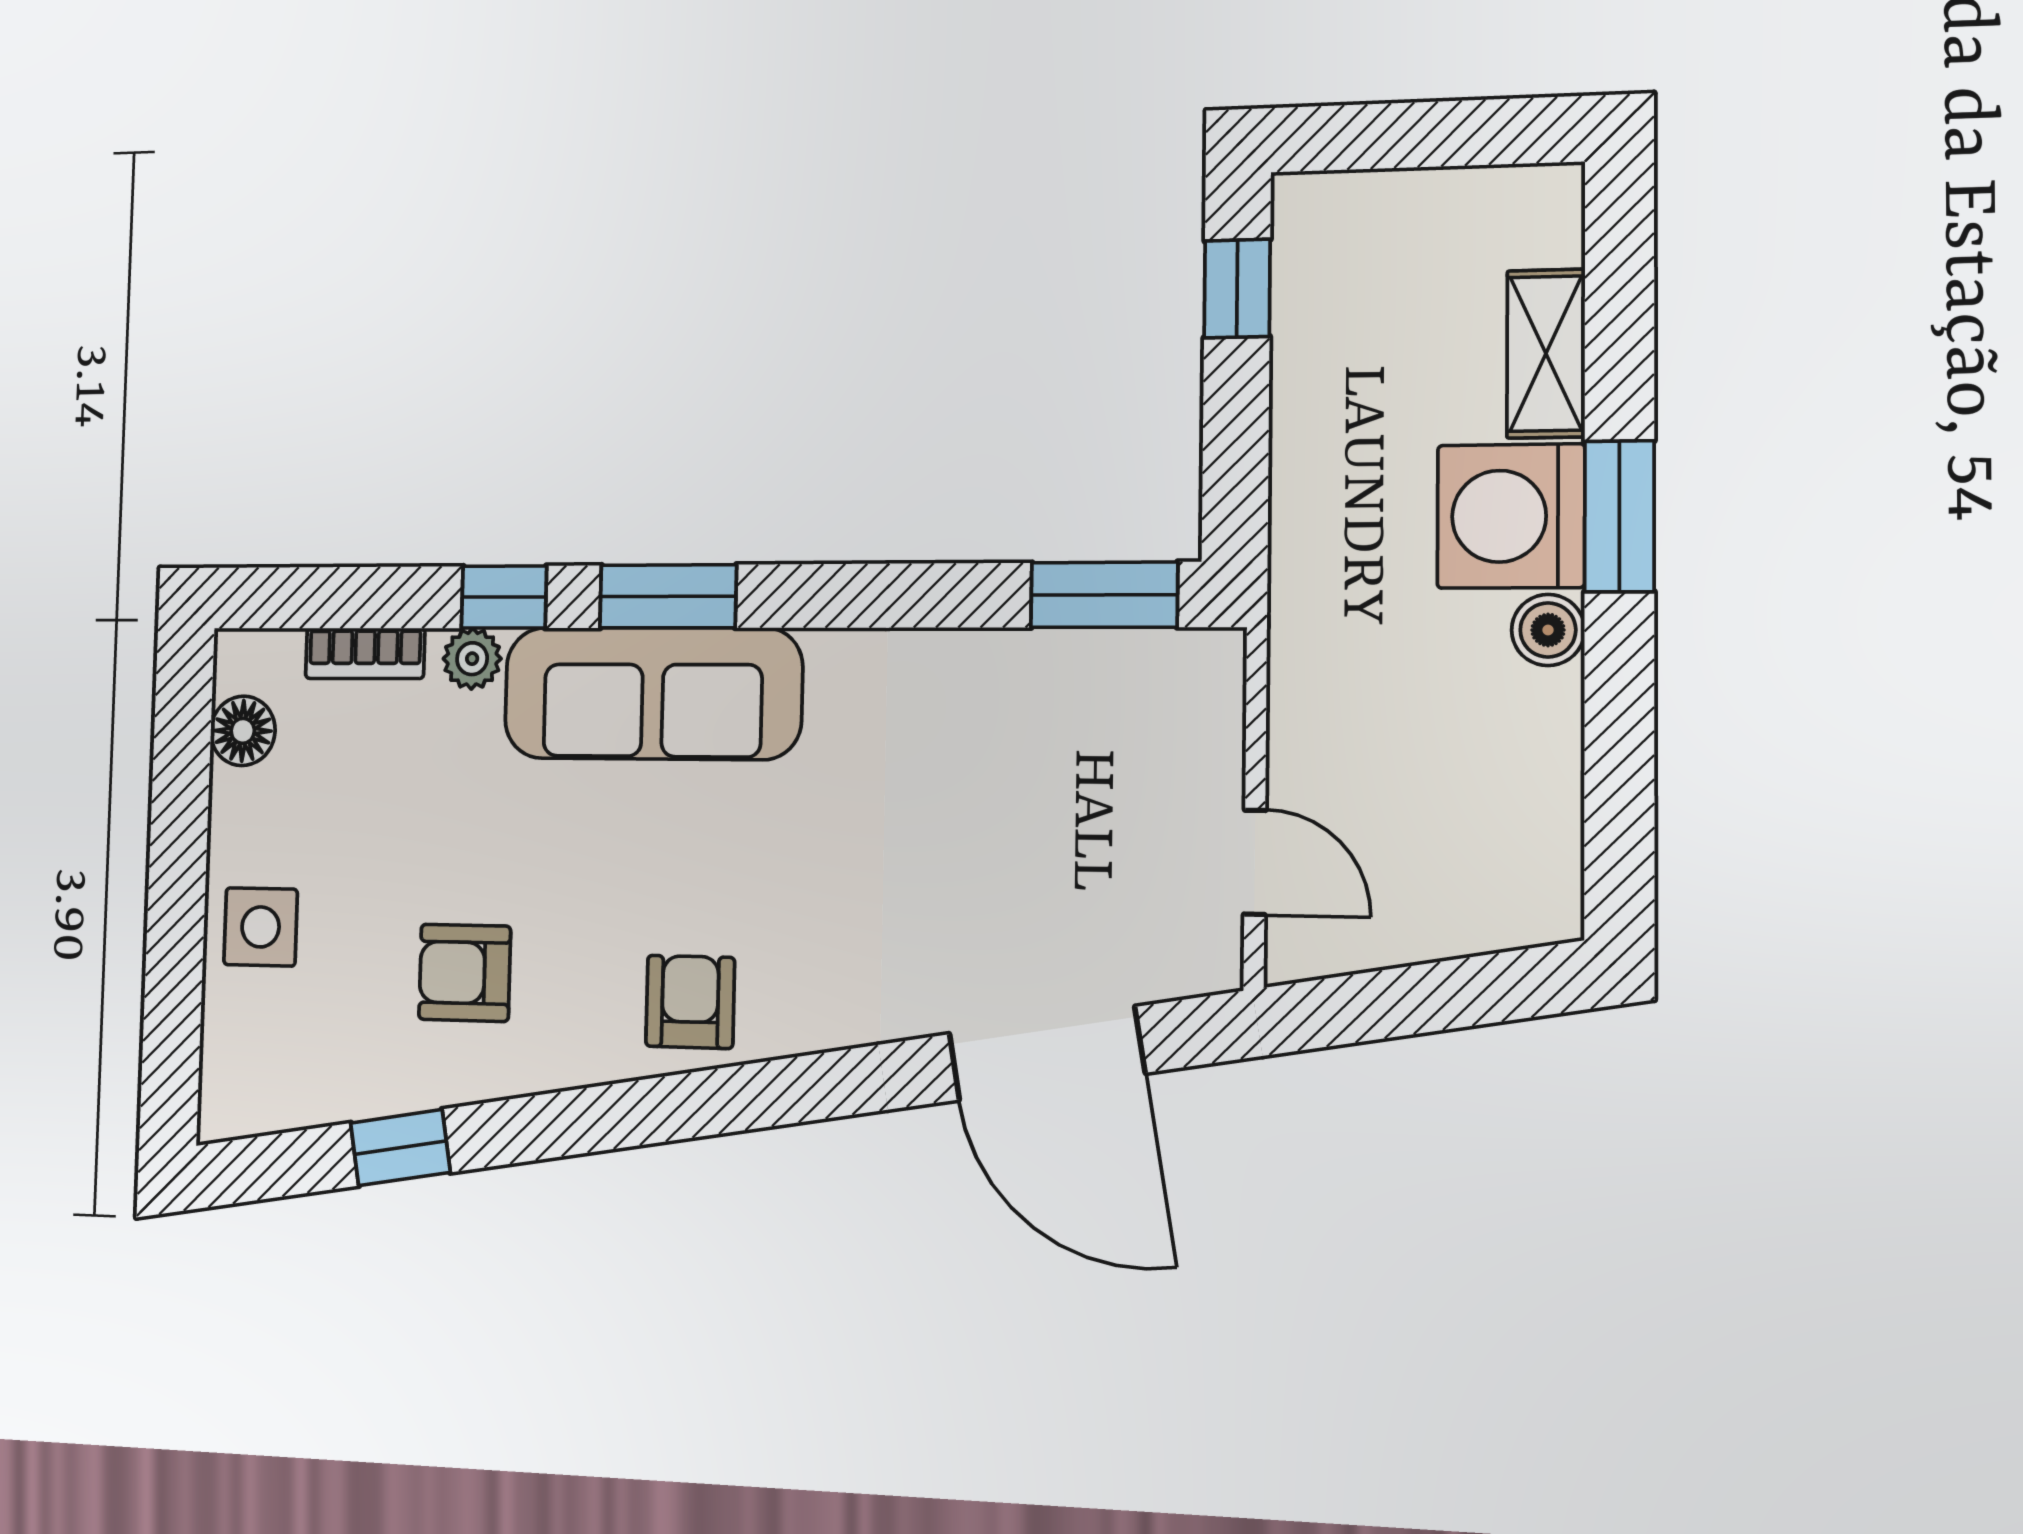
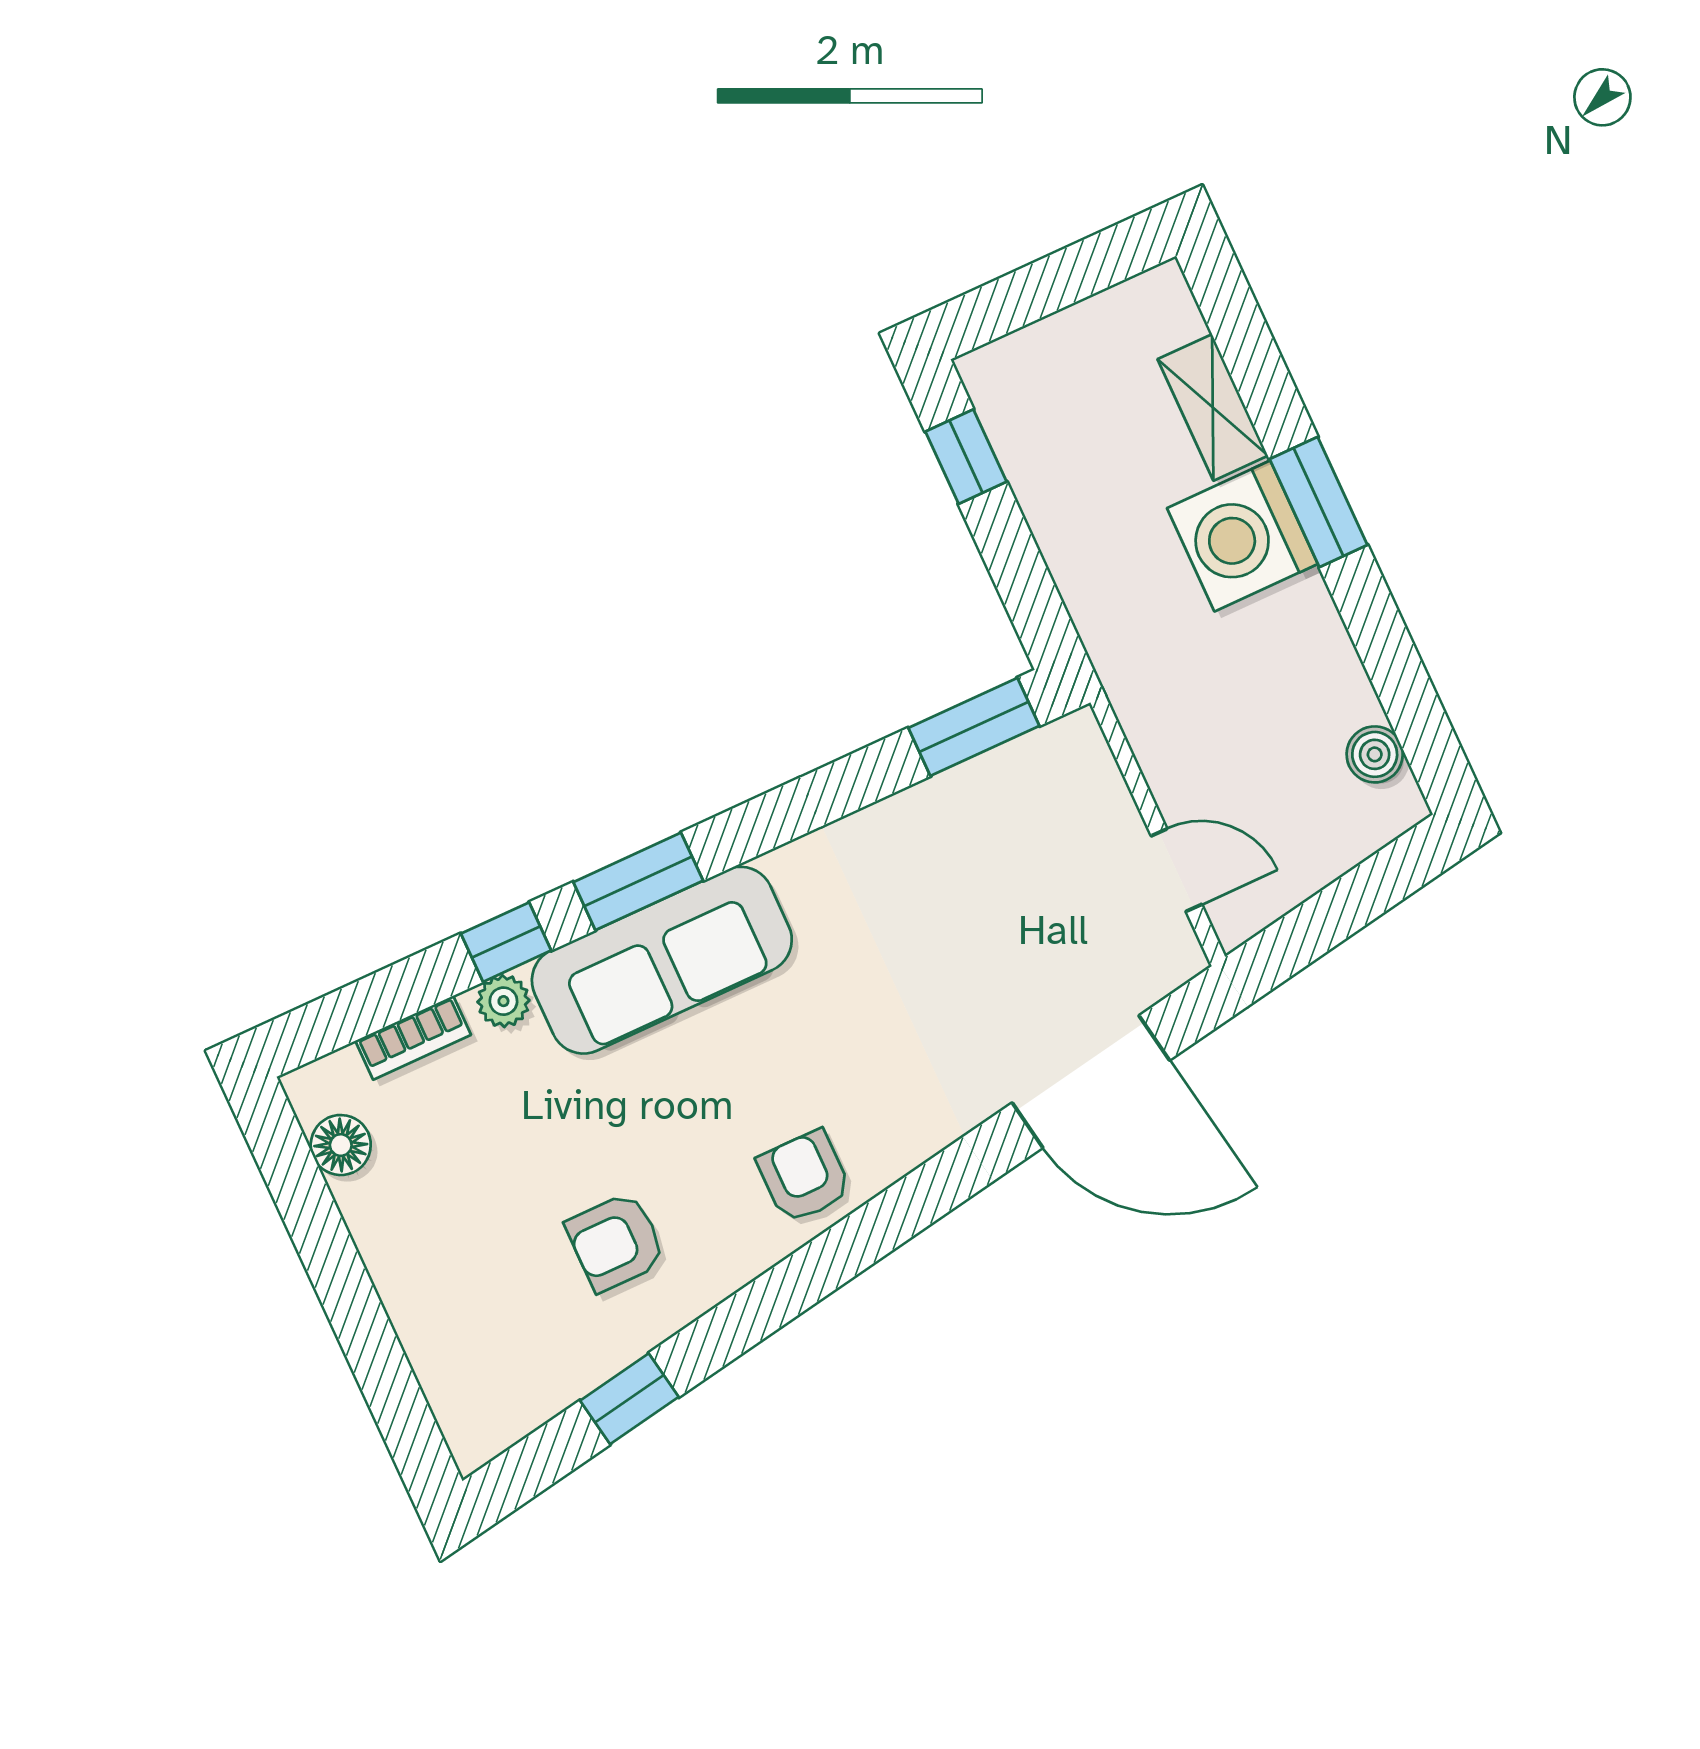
boiler: (1548, 630) -> (1375, 754), moved
side table: (261, 927) -> (432, 1288), removed

